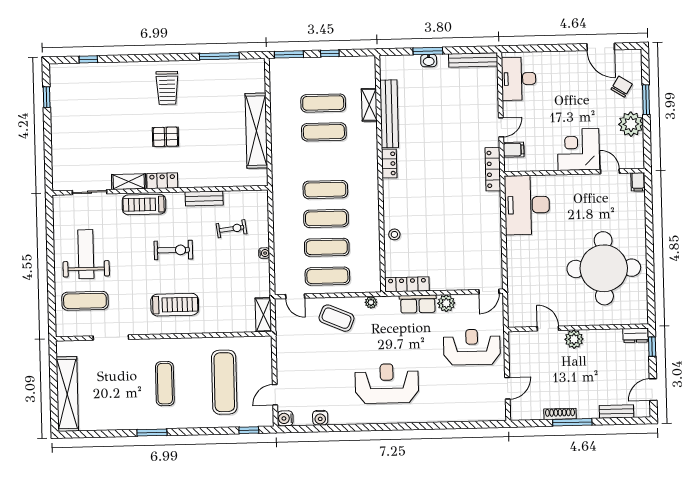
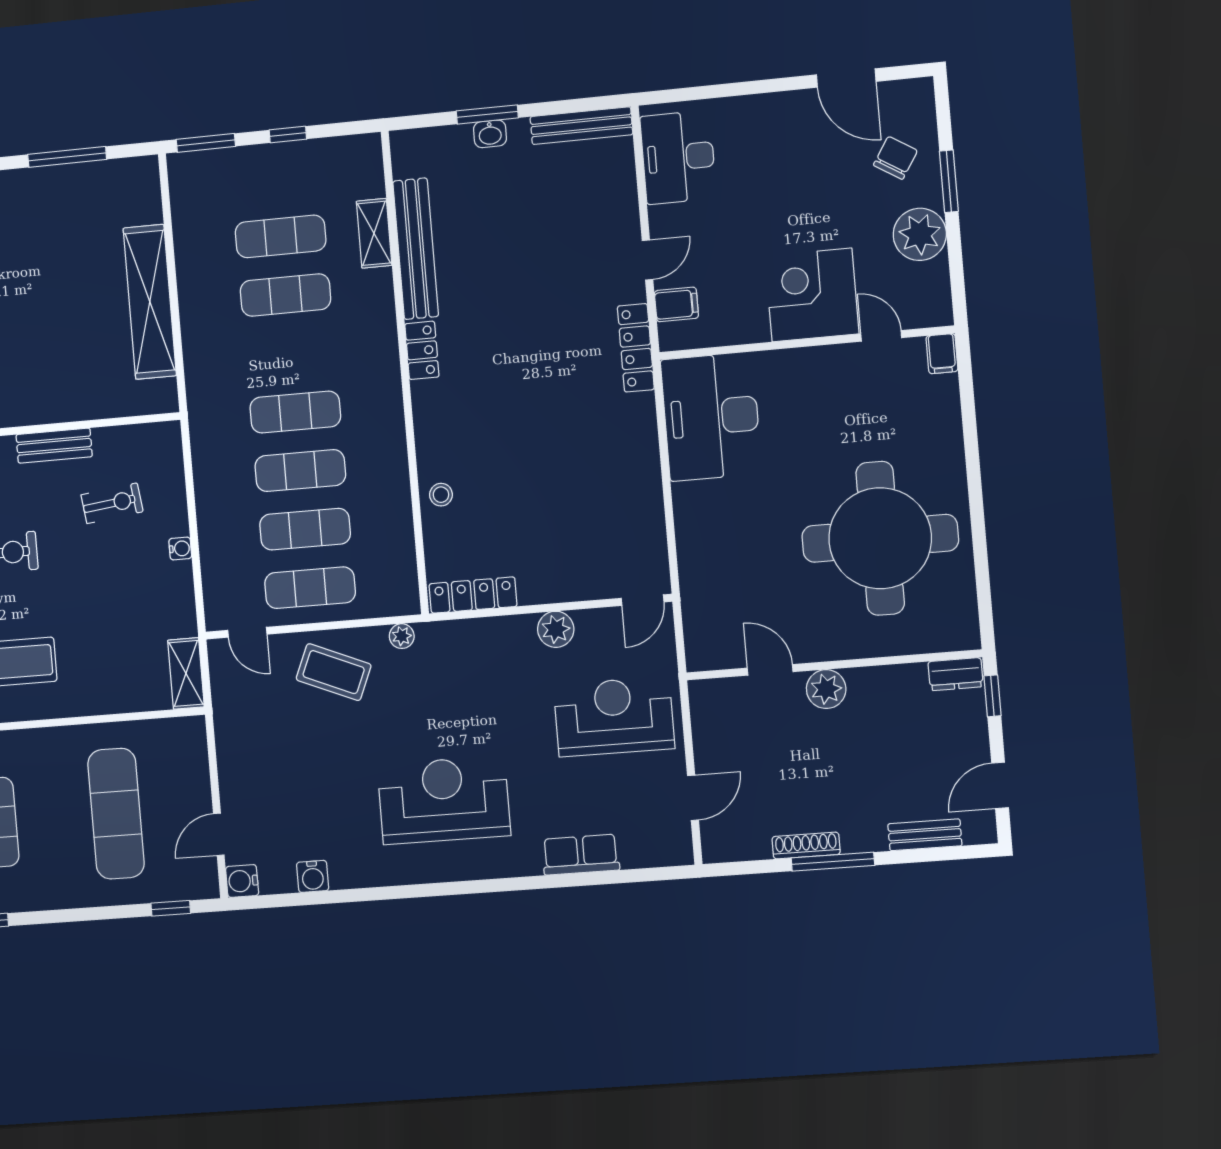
row of seats: (418, 304) -> (581, 855), moved, turned 180

